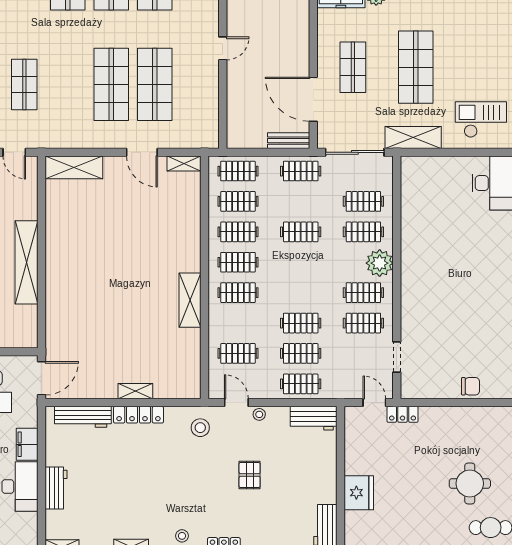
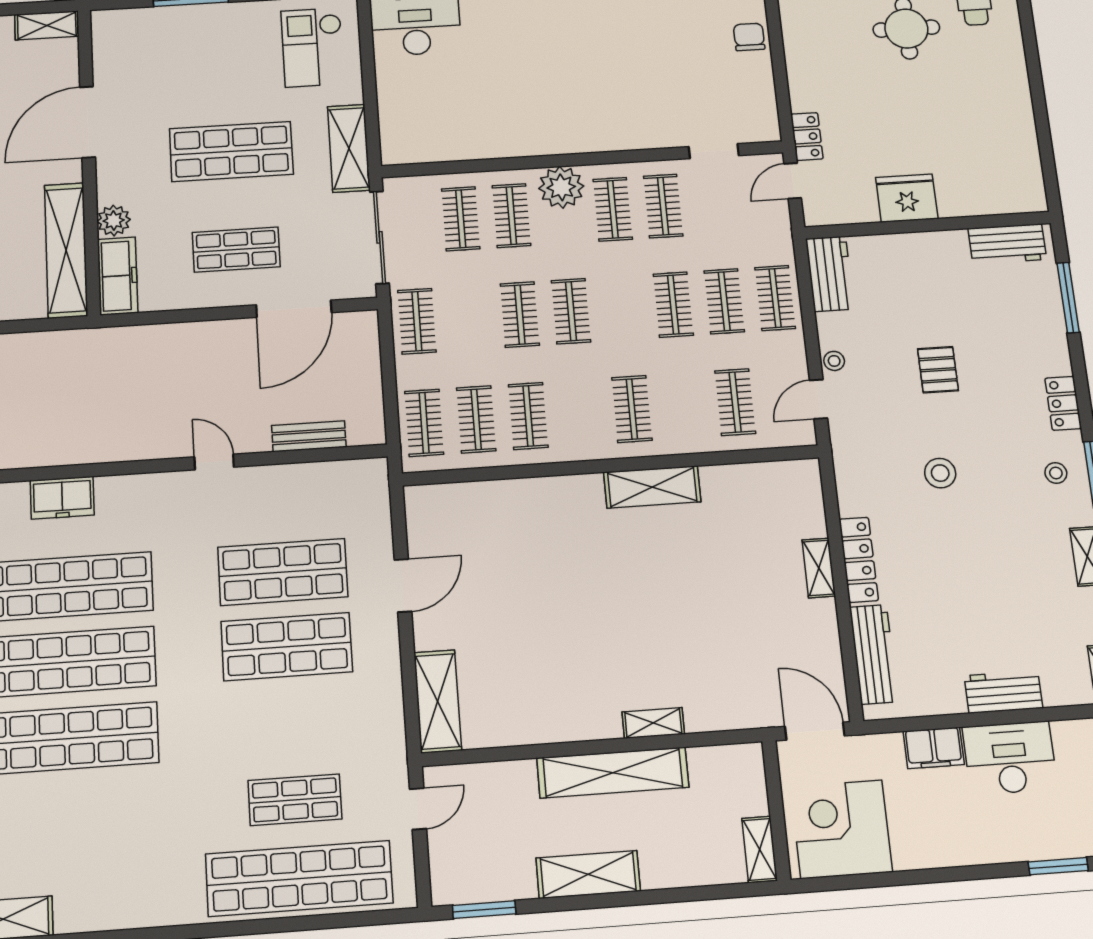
bench: (289, 141) -> (309, 436), moved, turned 90
shelving: (184, 164) -> (653, 723), moved, turned 90
clothes rail: (238, 262) -> (571, 311), moved
stool: (200, 428) -> (940, 473), moved
pallet: (250, 475) -> (938, 370), turned 90
fridge: (359, 493) -> (907, 198), moved

